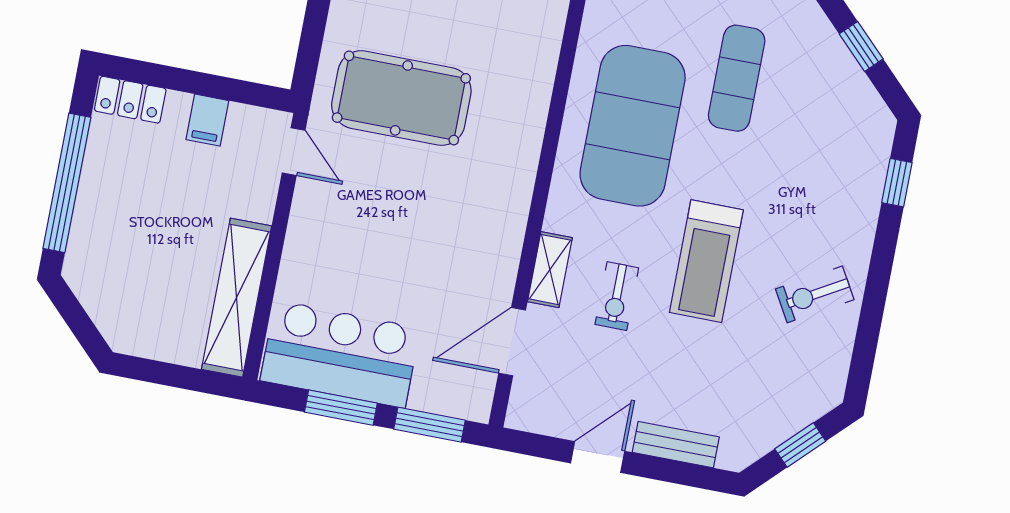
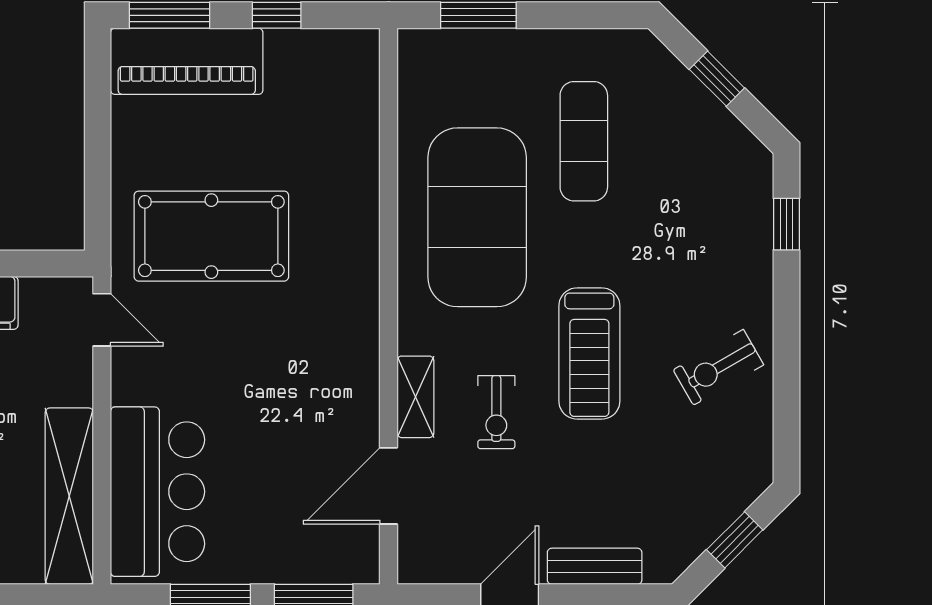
bar counter: (340, 354) -> (157, 492), moved, turned 90

